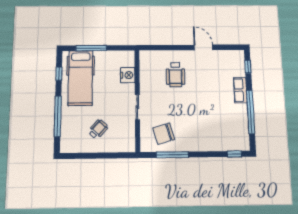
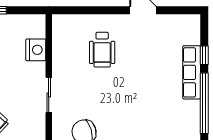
window: (248, 67) -> (204, 55), moved
row of seats: (240, 90) -> (192, 72), width x1.48

